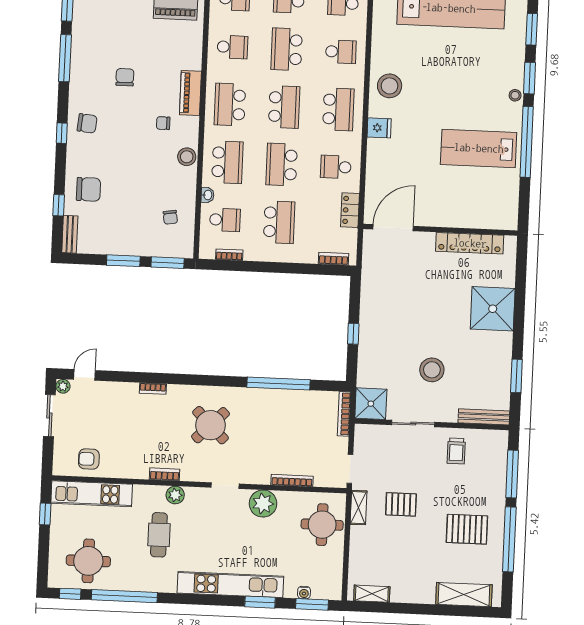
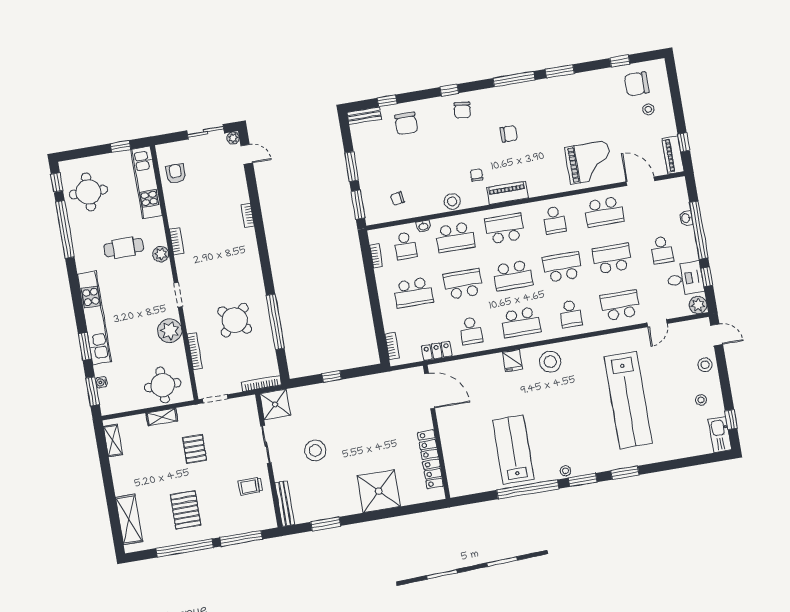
school desk: (336, 167) -> (471, 331), turned 180
round table: (211, 425) -> (235, 320), moved
shelving: (359, 508) -> (162, 417), moved

